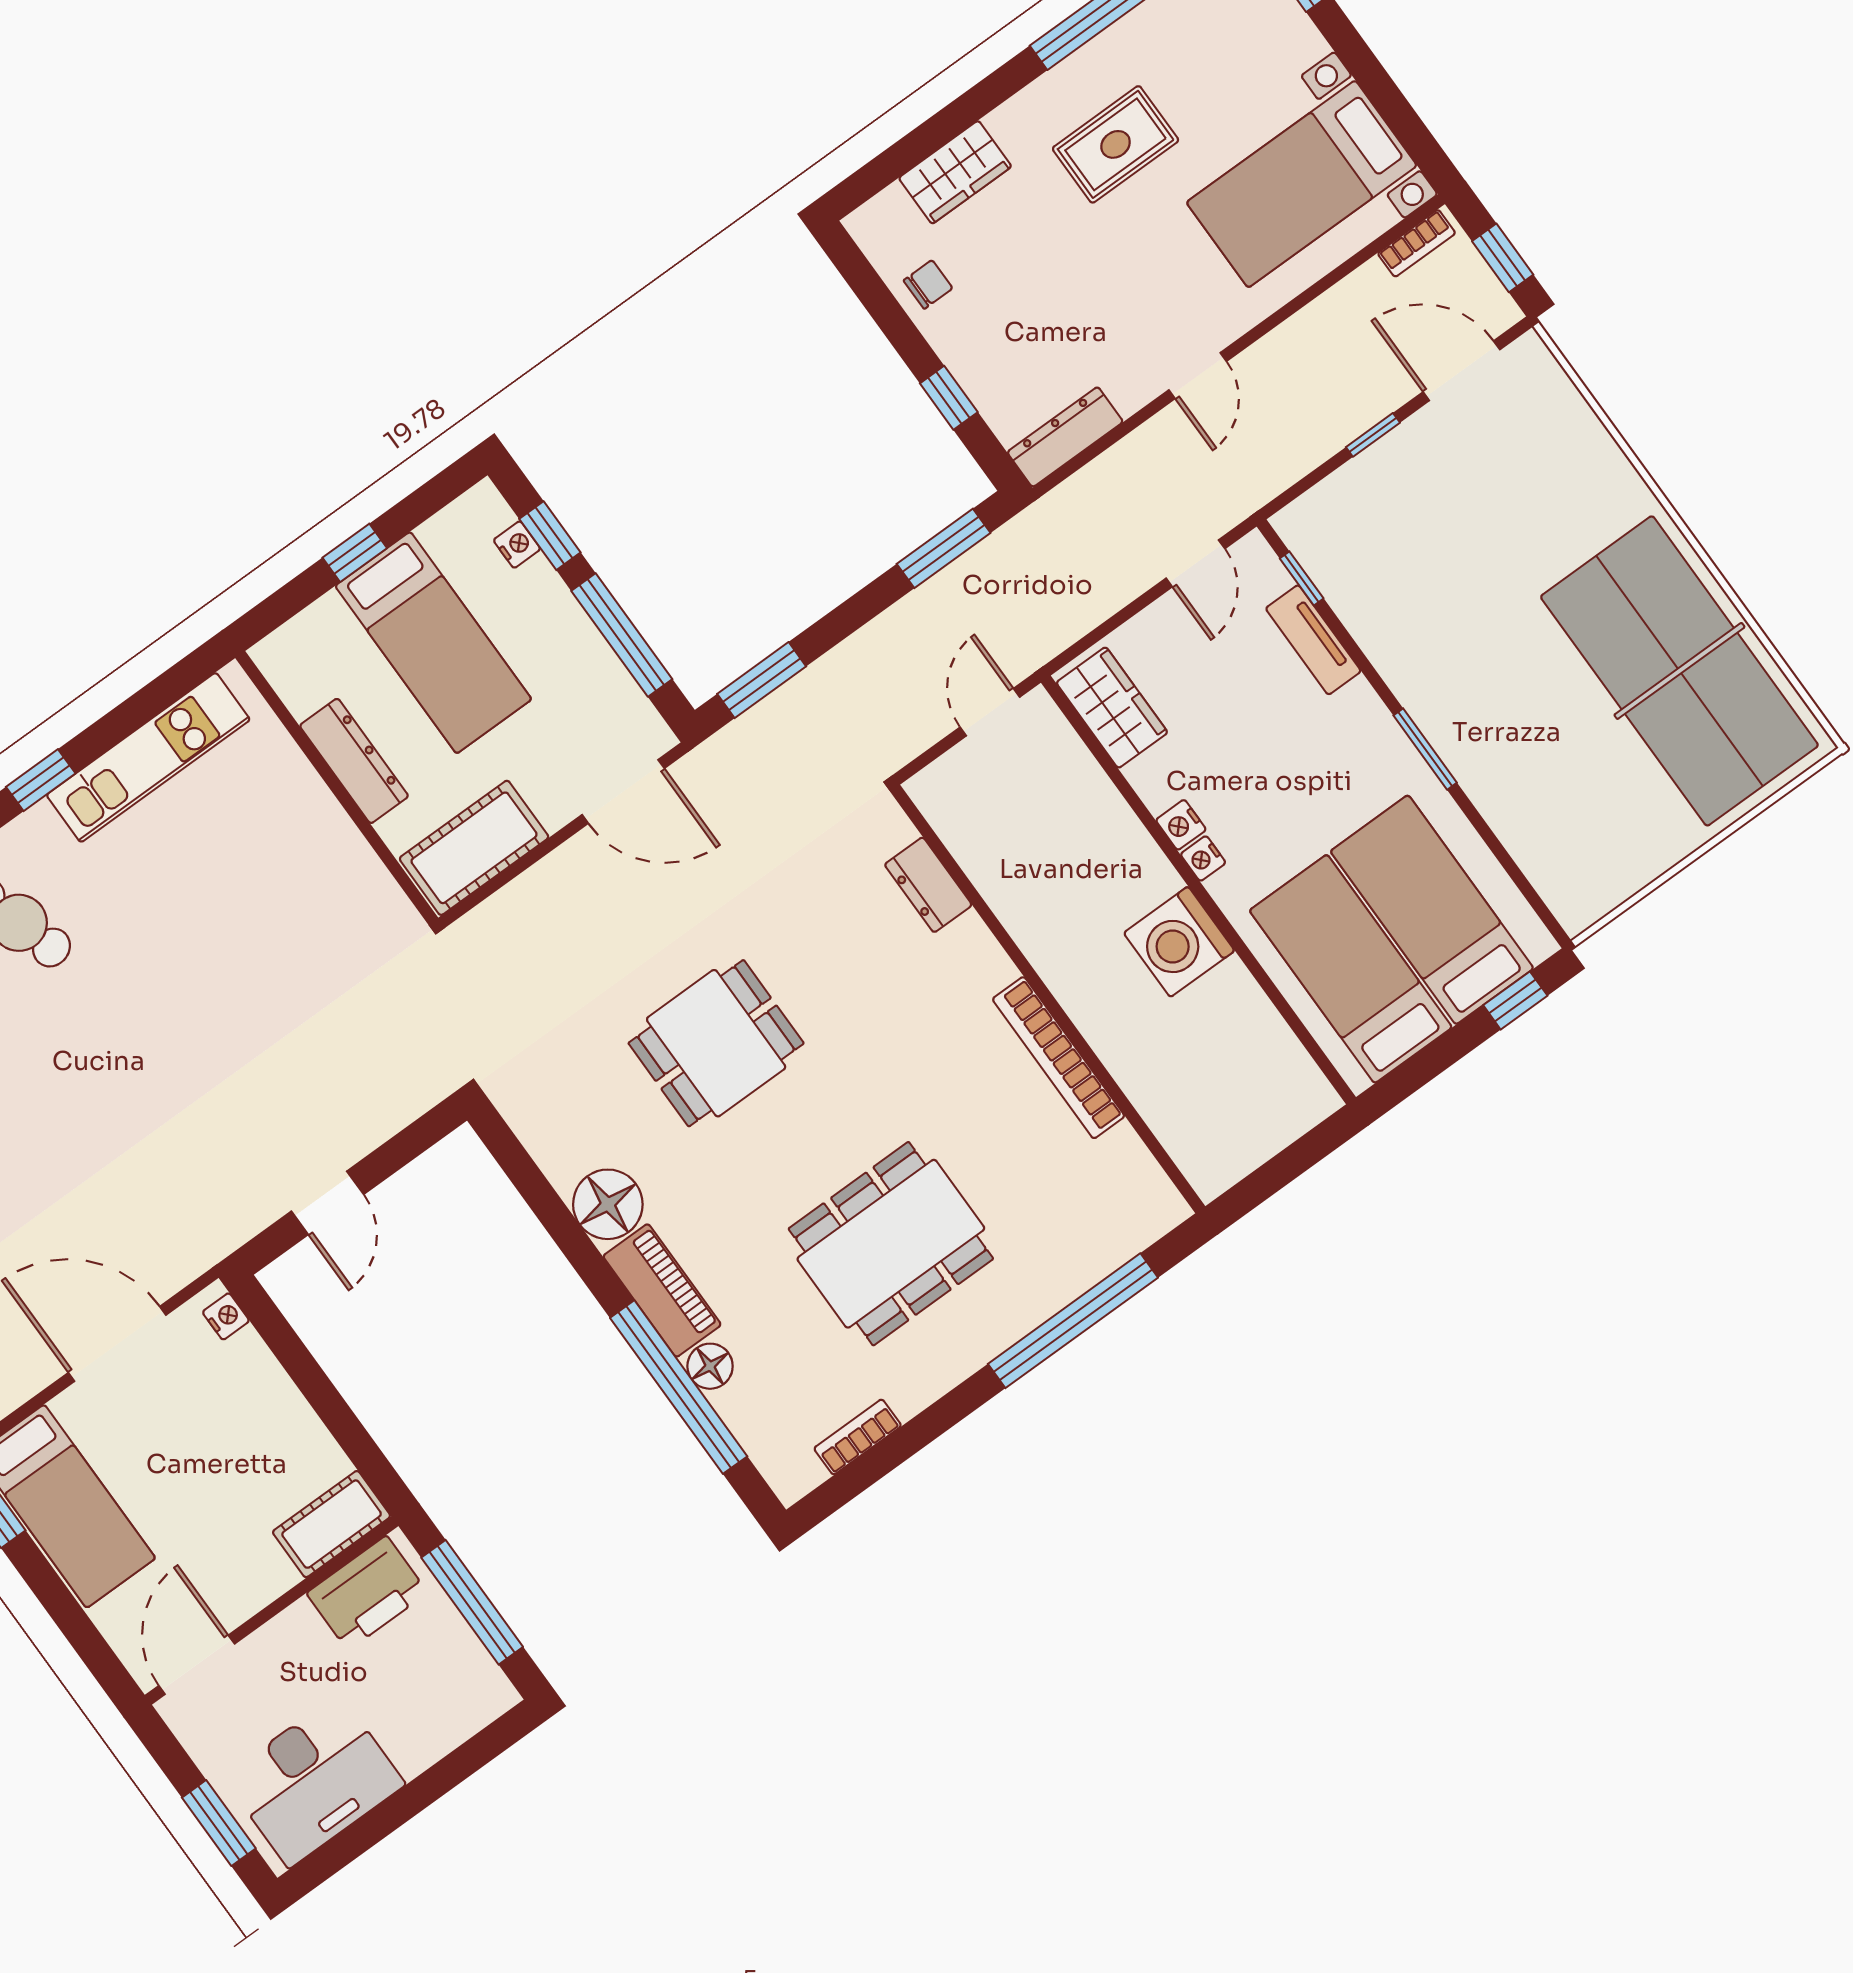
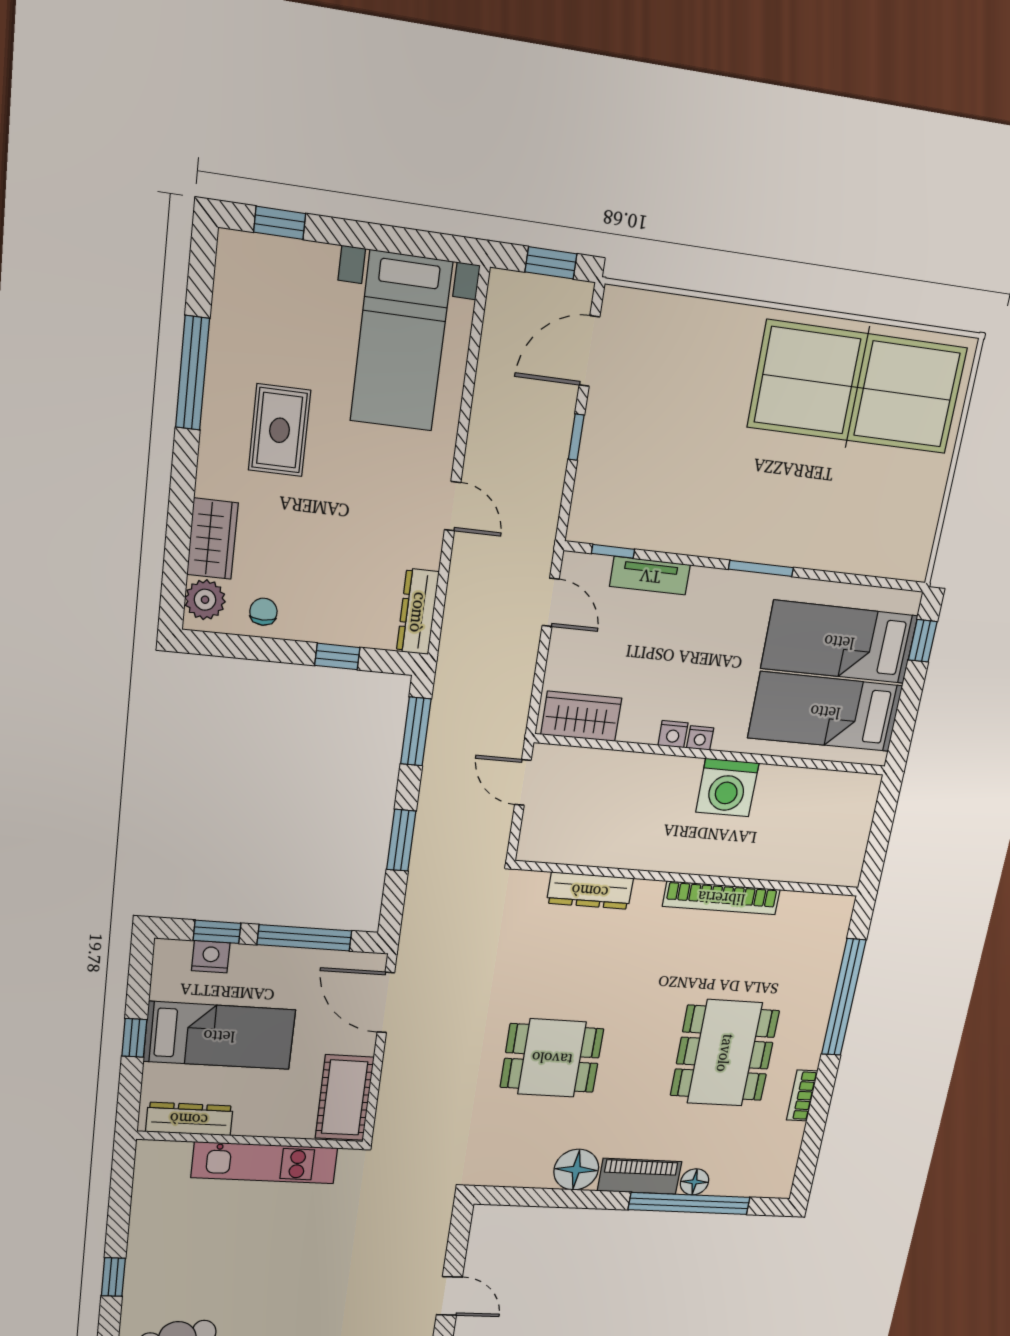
plant: (889, 217) -> (205, 600), added
bookcase: (1417, 243) -> (496, 306), removed
nightstand: (517, 545) -> (211, 957), width x1.39, depth x1.35
window: (762, 680) -> (401, 840), moved
kitchen unit: (148, 757) -> (265, 1163), moved, turned 90
dresser: (354, 761) -> (189, 1119), moved
door: (623, 792) -> (386, 1002), swing flipped
dresser: (928, 885) -> (590, 891), width x1.44
dining table: (716, 1043) -> (552, 1058), turned 90
bookcase: (858, 1437) -> (802, 1096), moved

